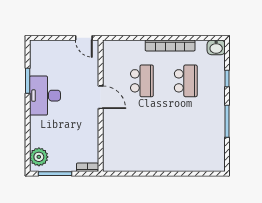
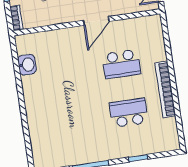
washbasin: (216, 47) -> (27, 65), moved, turned 180
school desk: (186, 81) -> (129, 113), turned 180

